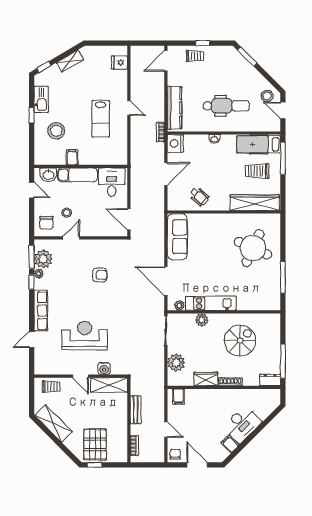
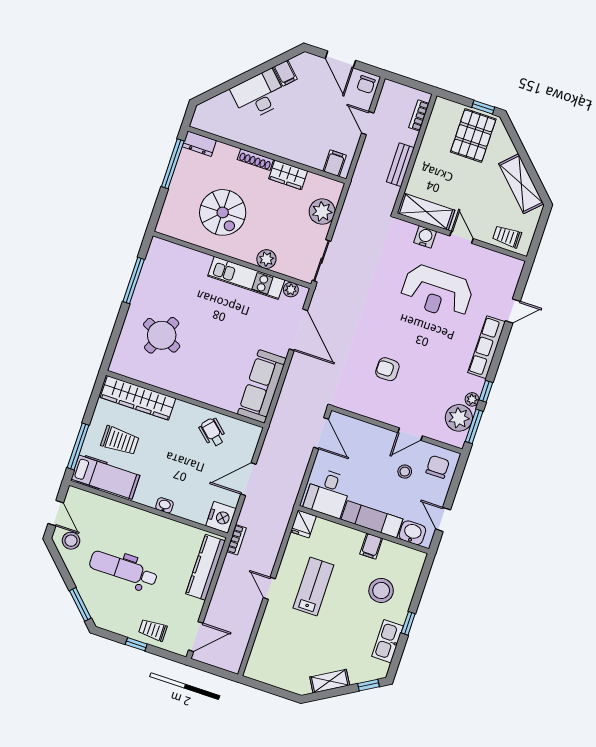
fridge: (119, 63) -> (303, 524), moved, turned 90
dental chair: (226, 106) -> (123, 569), moved
round table: (253, 248) -> (162, 335), width x0.73, depth x0.73
spiral stairs: (240, 341) -> (223, 212), turned -90

